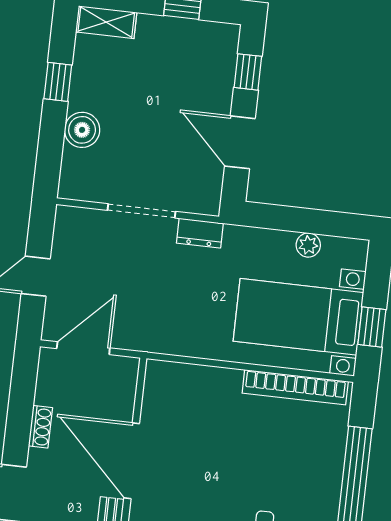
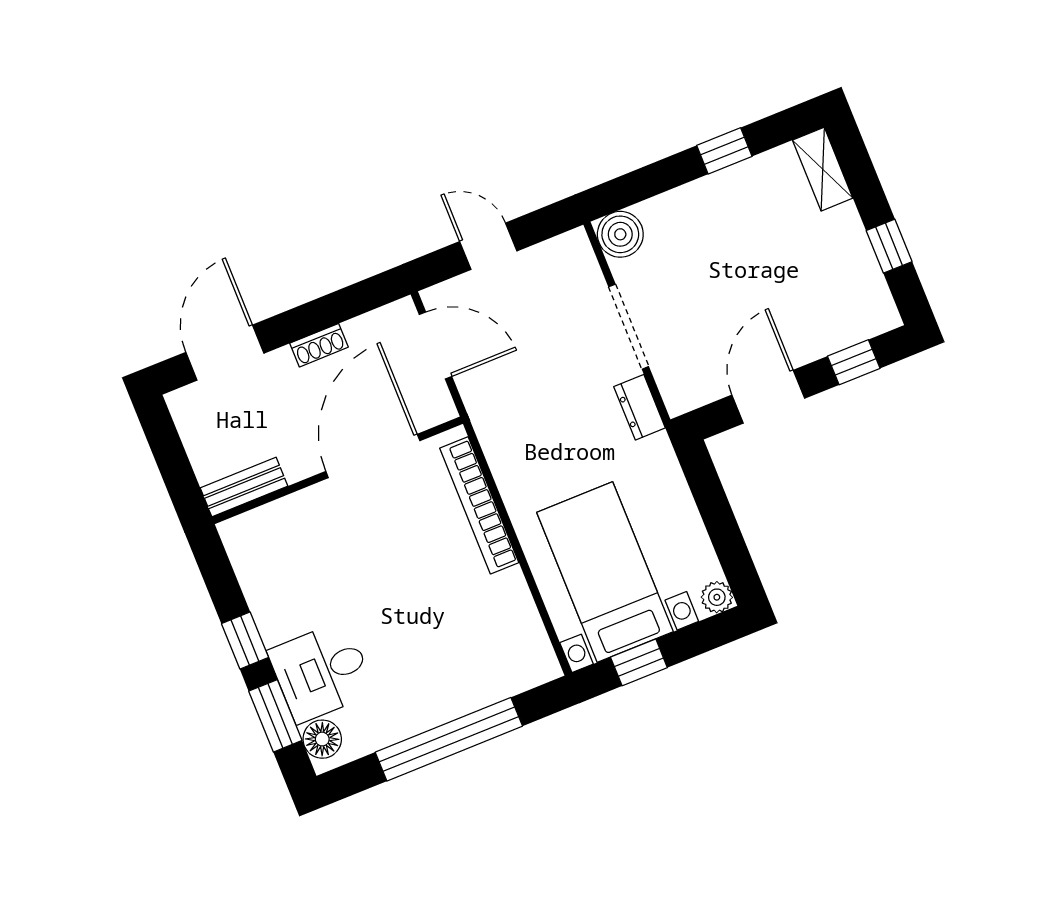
boiler: (82, 130) -> (620, 234), moved
plant: (308, 245) -> (717, 597), moved
bookcase: (295, 387) -> (479, 505), moved
door: (132, 461) -> (373, 456), moved

